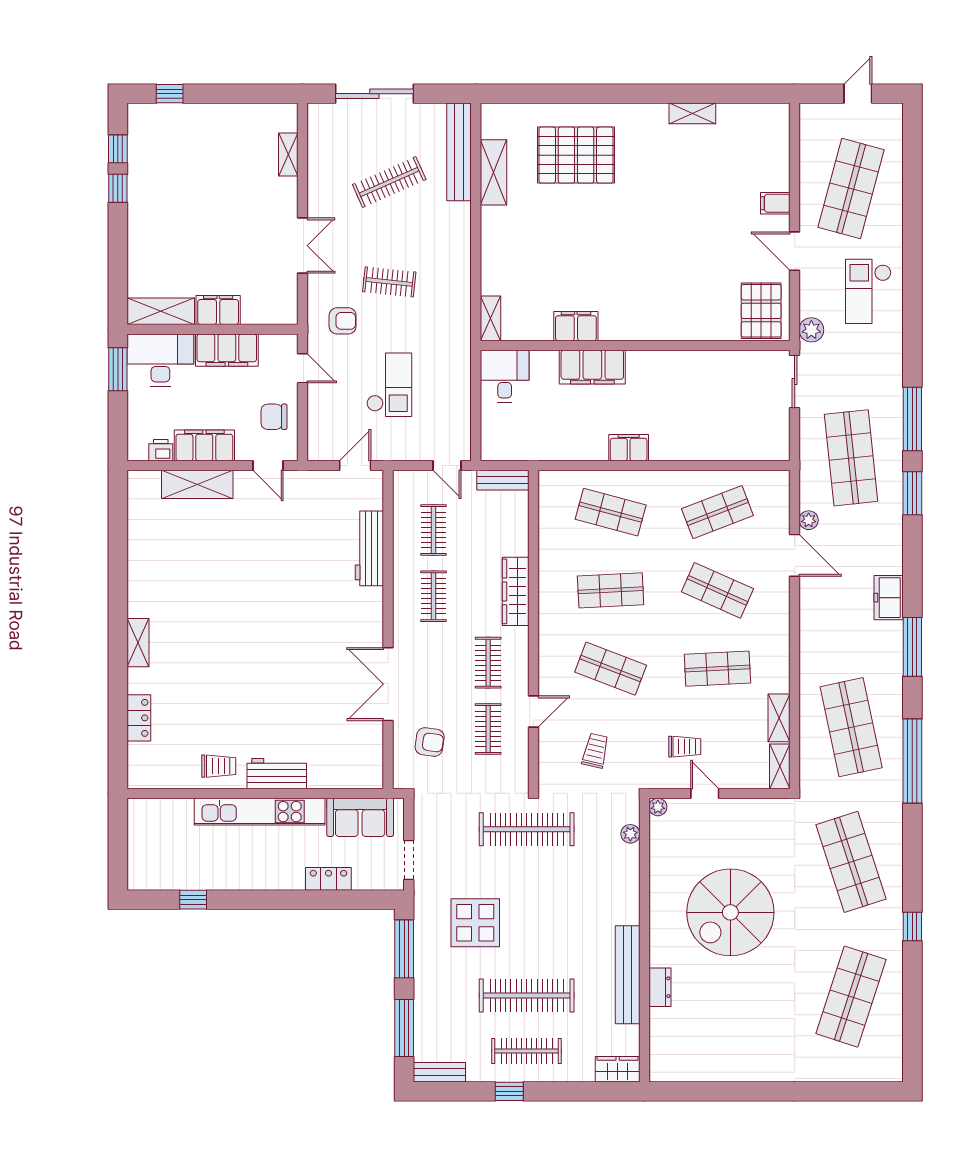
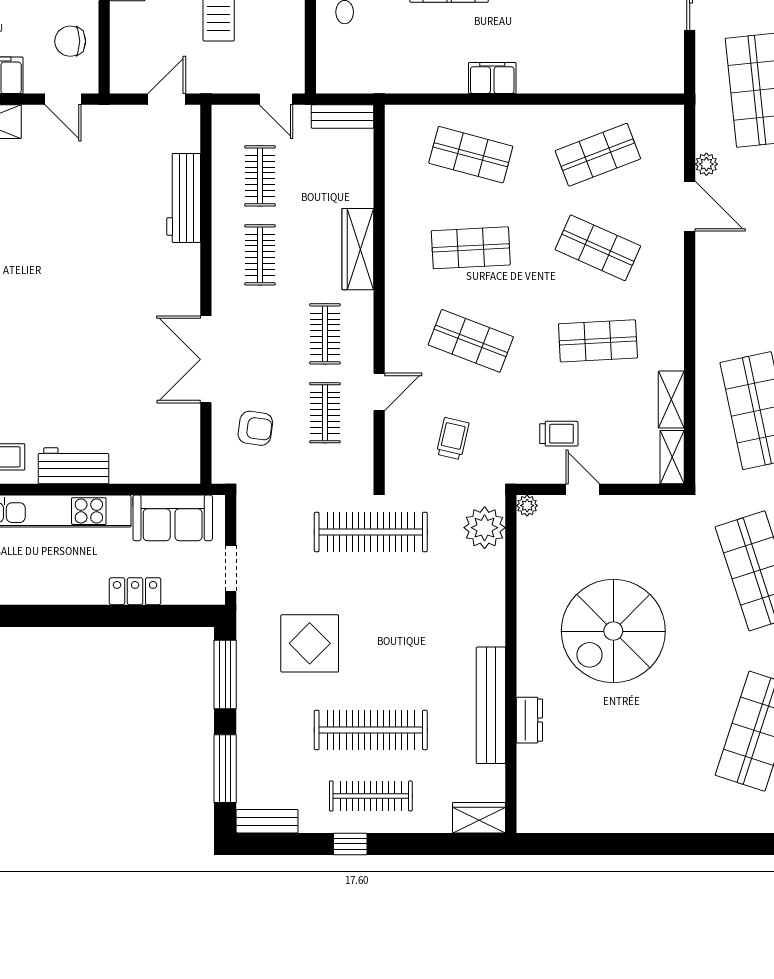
plant: (630, 834) -> (485, 528), width x1.88, depth x1.88

